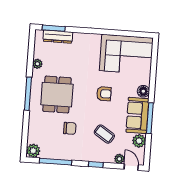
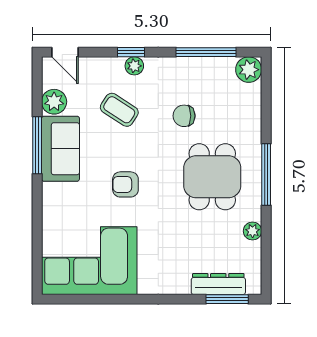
floor lamp: (143, 91) -> (53, 194), removed
plant: (119, 159) -> (134, 66), moved

